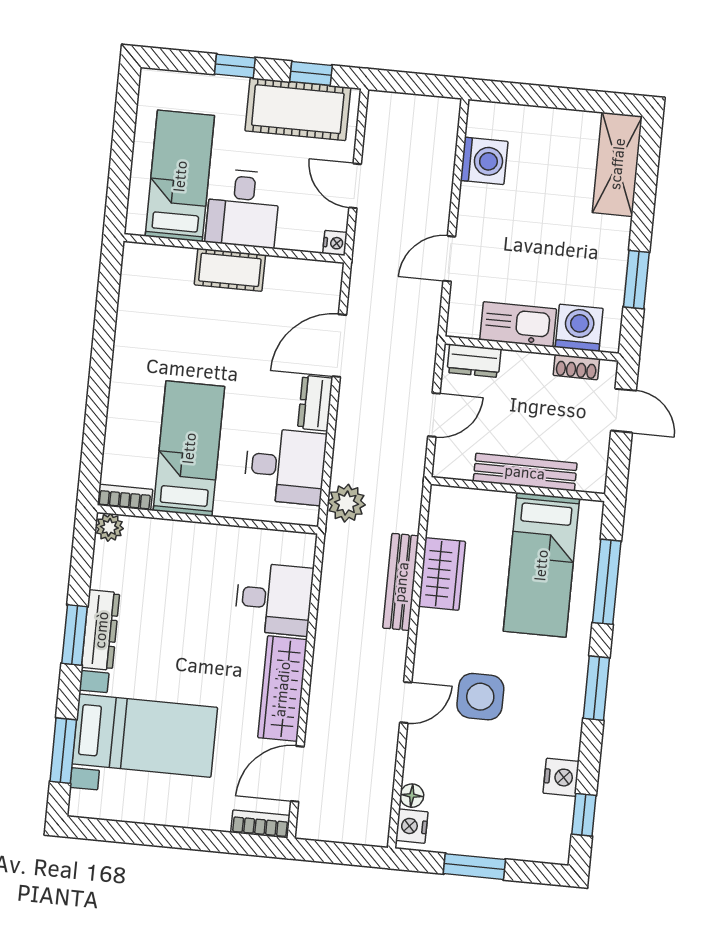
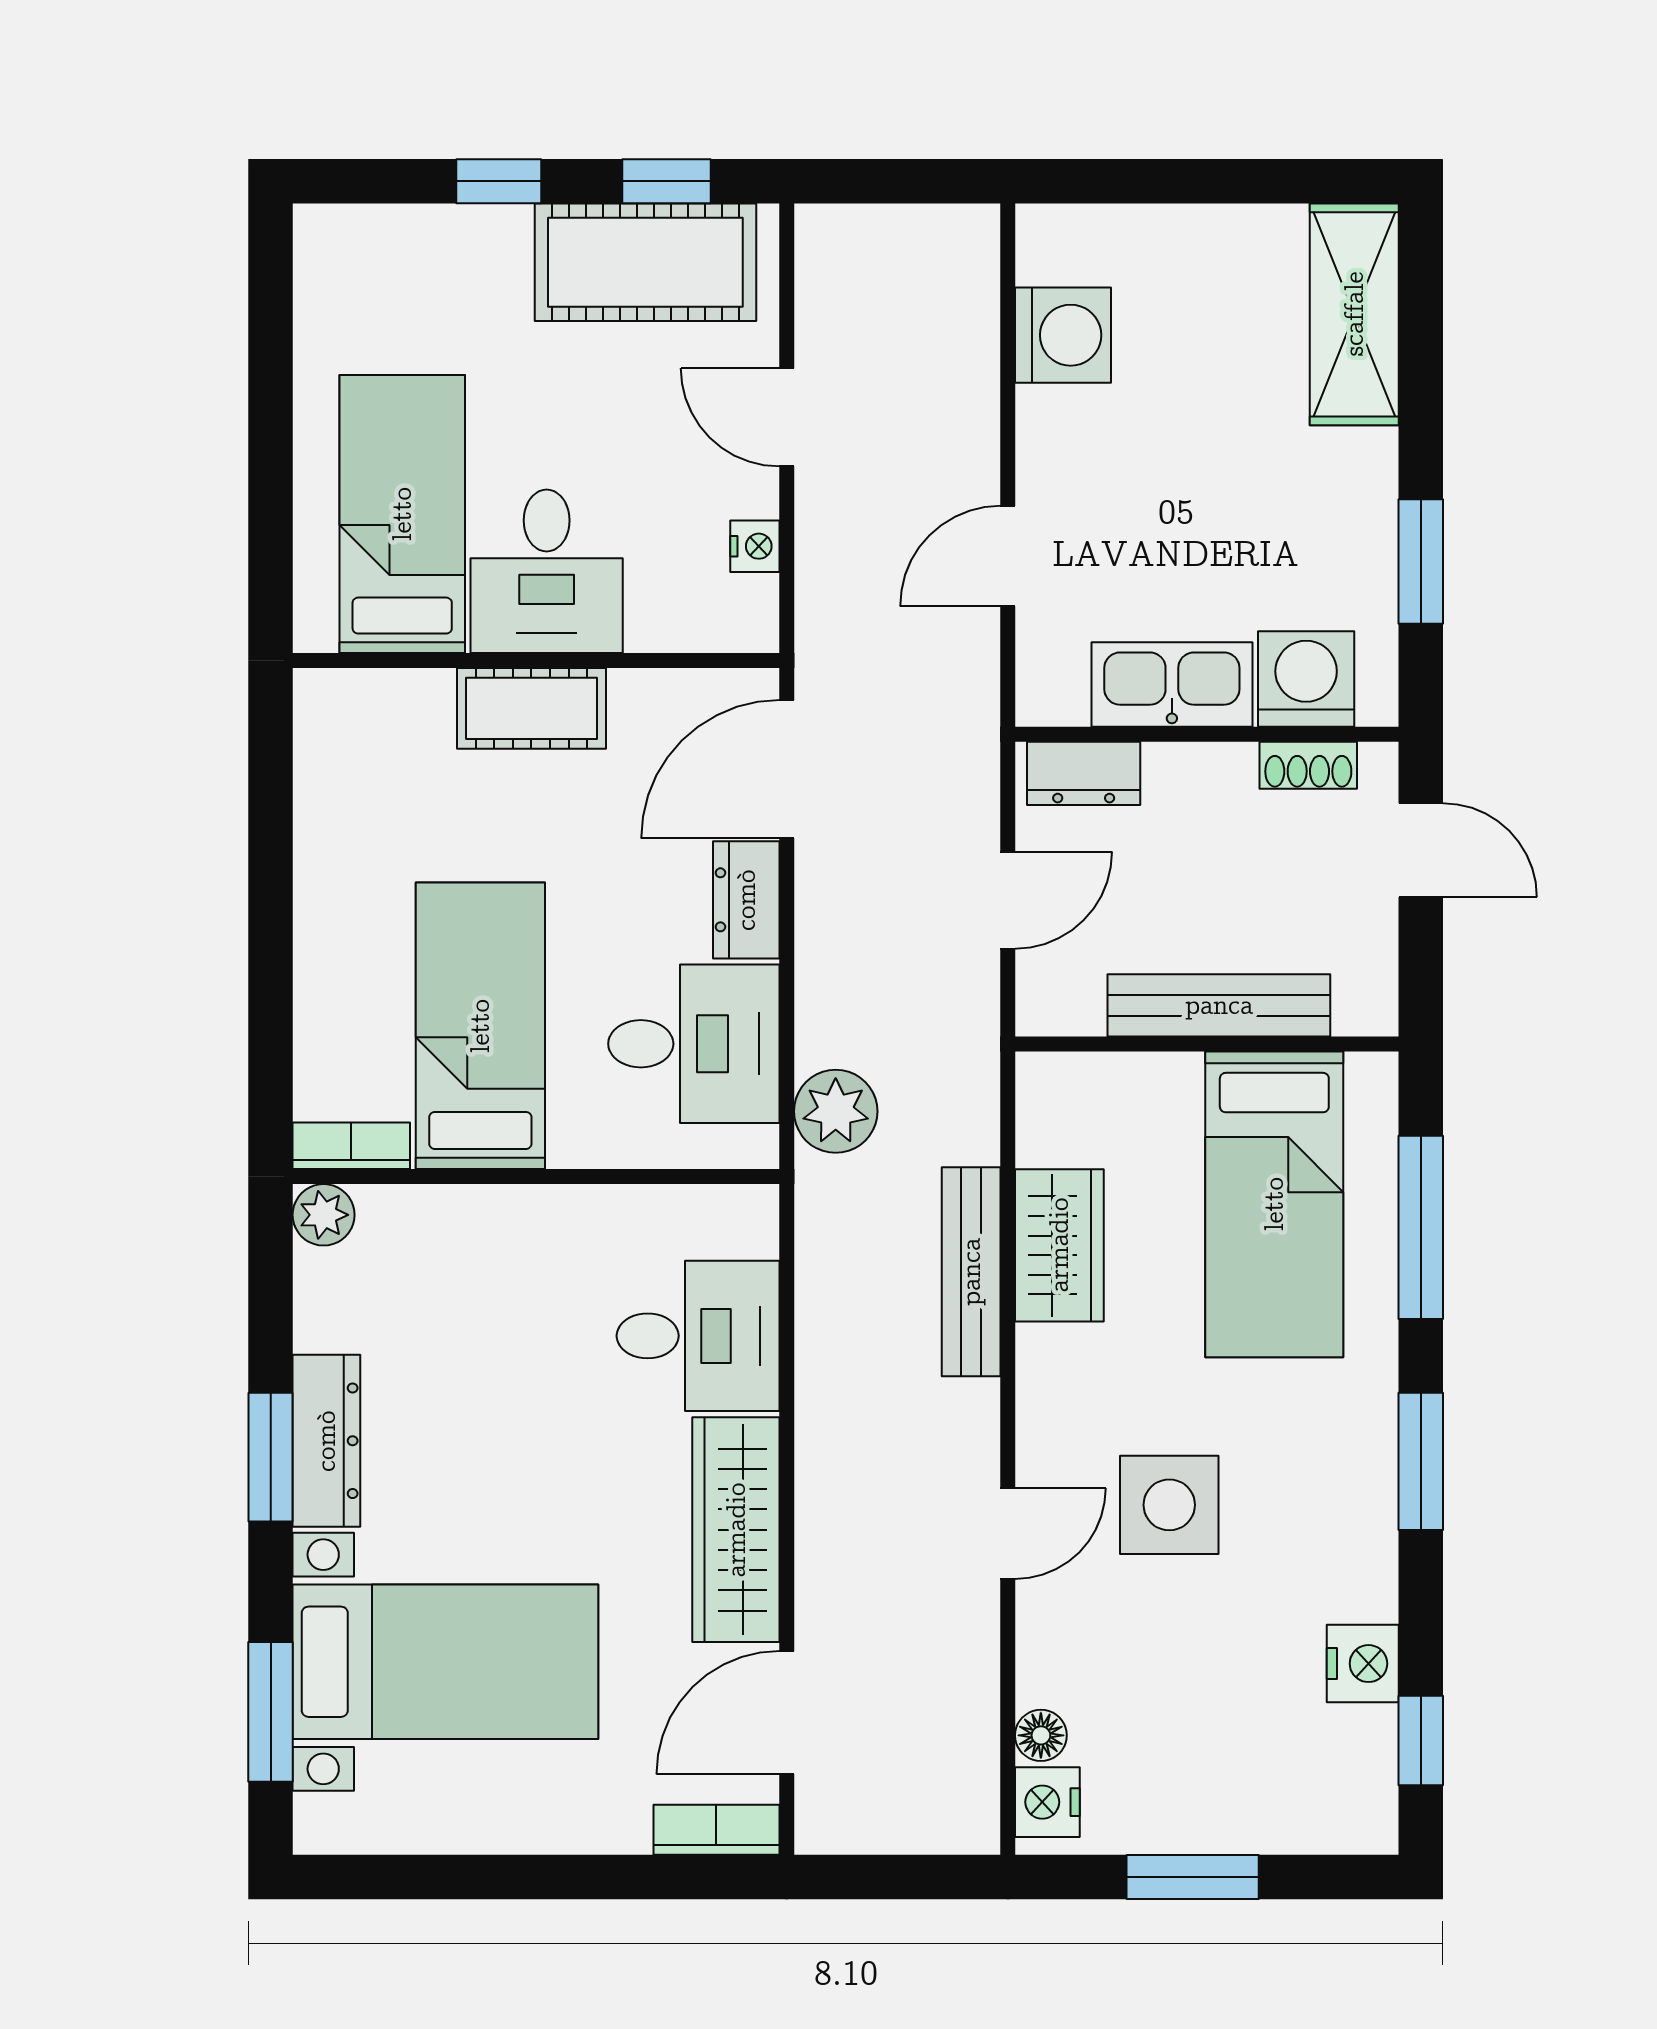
bed: (180, 176) -> (402, 514), moved
desk: (243, 208) -> (547, 571), moved
wall: (234, 248) -> (536, 661), moved
cot: (230, 270) -> (531, 708), moved

